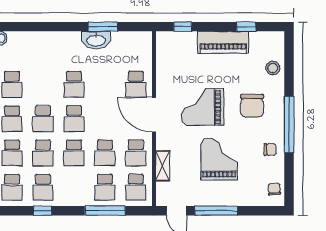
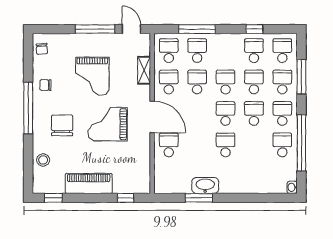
window: (246, 27) -> (53, 198), moved
grand piano: (202, 107) -> (108, 124), turned 180

